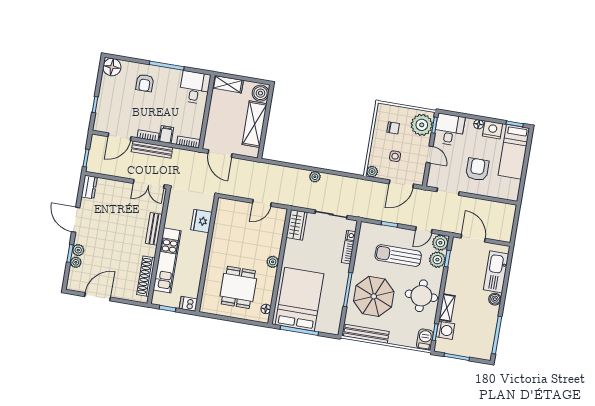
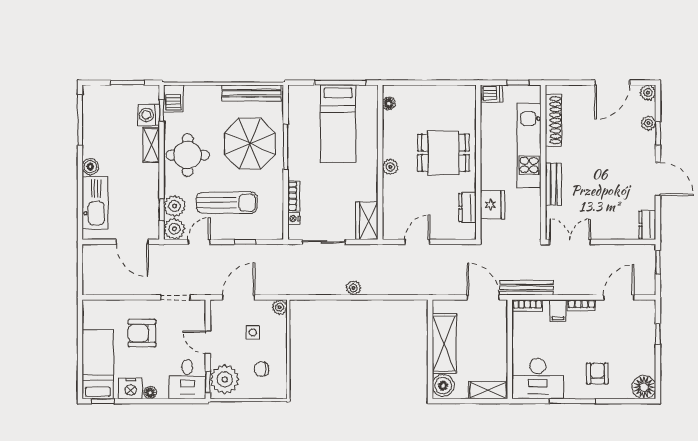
desk: (195, 87) -> (538, 379), width x1.37
bench: (152, 150) -> (526, 288), moved
armchair: (477, 169) -> (142, 333), turned 90
dresser: (220, 222) -> (468, 208), added
plant: (78, 250) -> (648, 93), moved
dining table: (238, 287) -> (443, 153), moved, turned 90
bed: (299, 299) -> (338, 124), width x0.67

